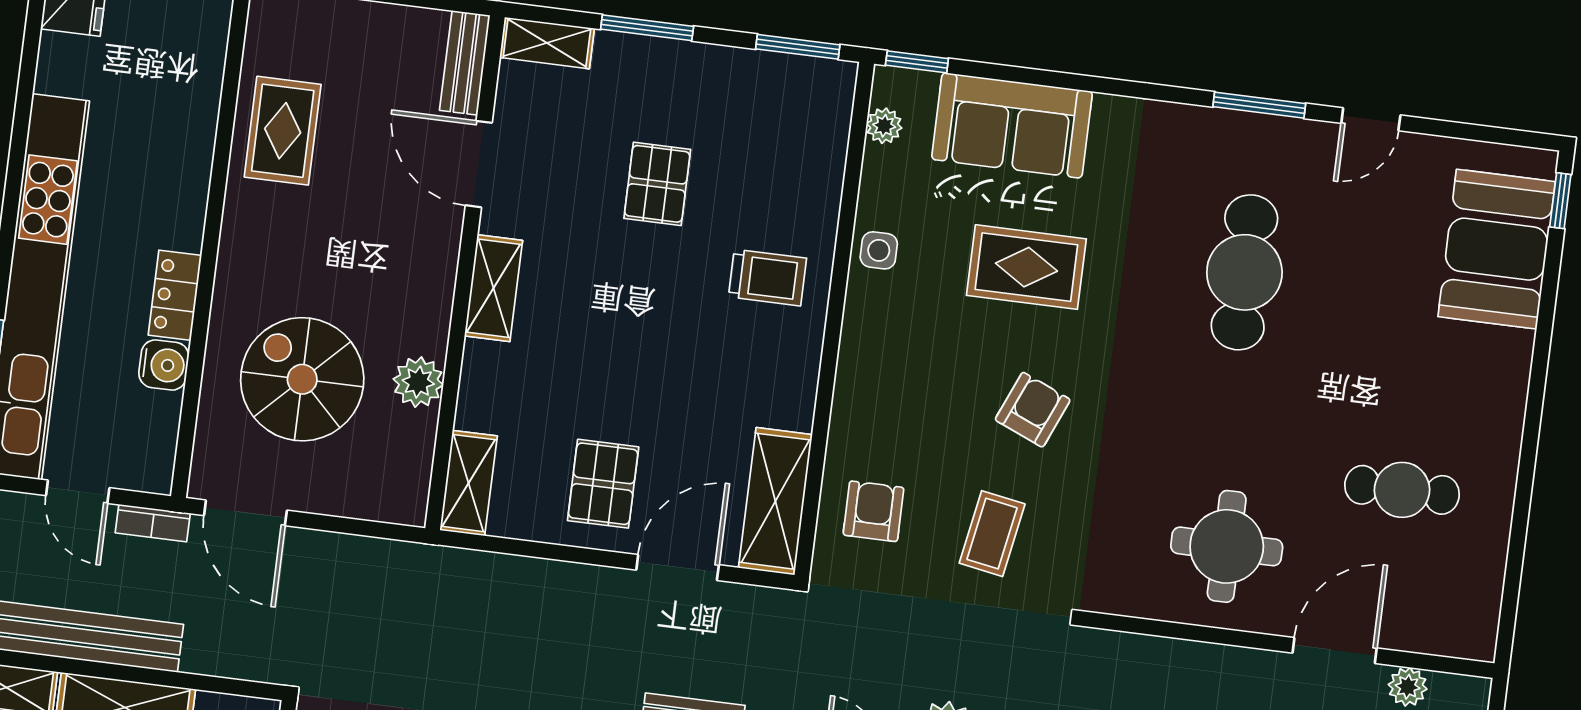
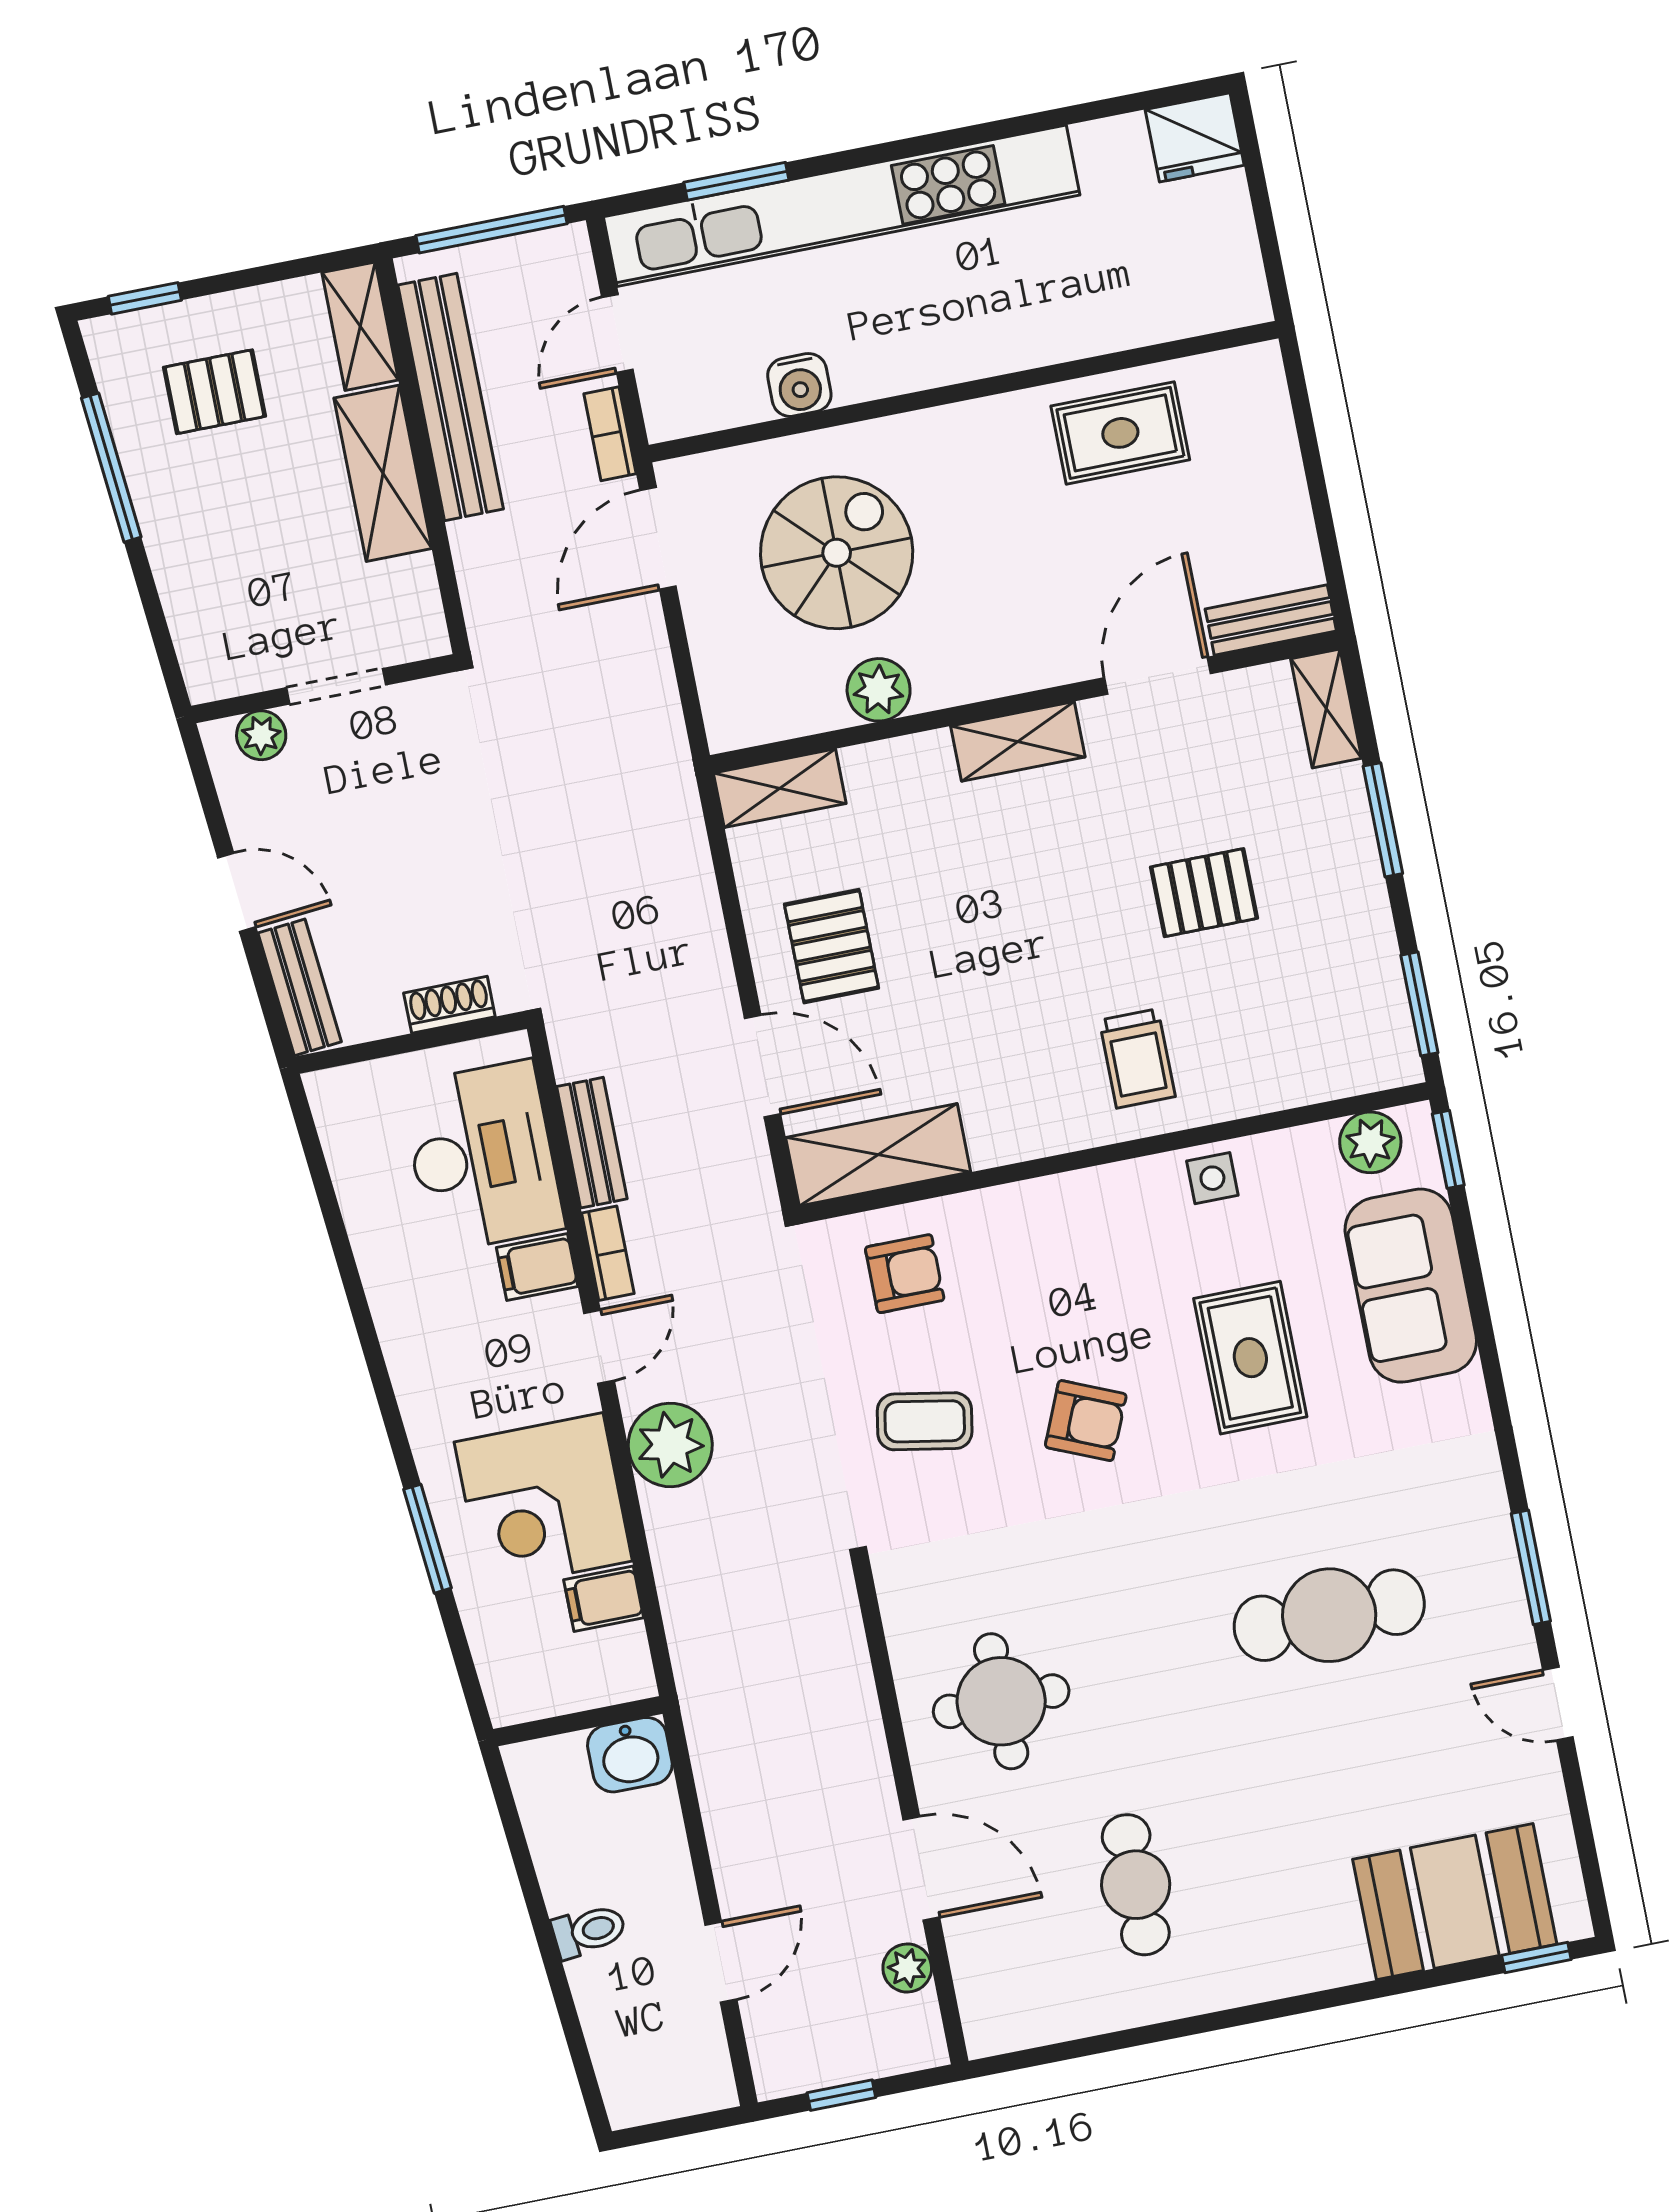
plant: (884, 126) -> (1370, 1142), width x1.38, depth x1.38
locker: (175, 295) -> (885, 371), removed
pallet: (603, 484) -> (832, 946), turned 90

